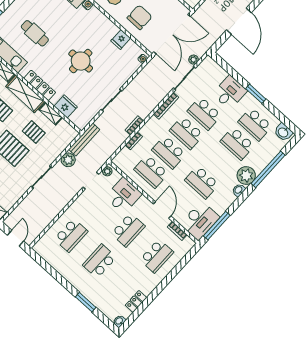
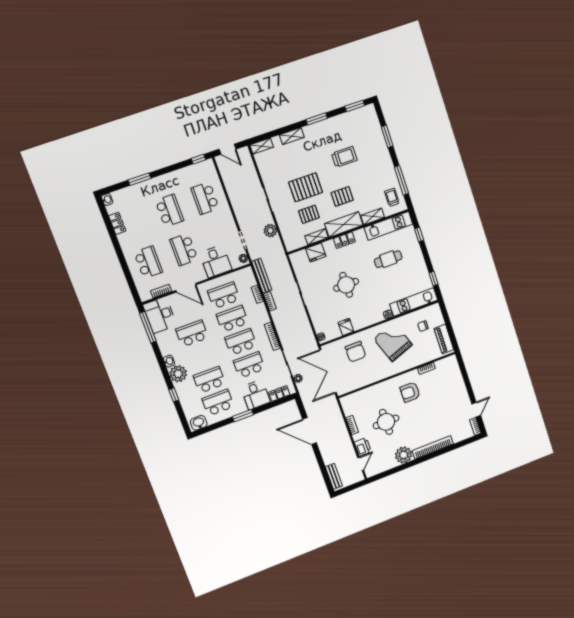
locker: (217, 70) -> (279, 393), added
locker: (40, 85) -> (344, 240), width x0.66
bench: (84, 140) -> (262, 276), moved
window: (268, 169) -> (174, 395), width x0.32
school desk: (157, 256) -> (148, 262), turned 180
window: (39, 259) -> (198, 159), added

